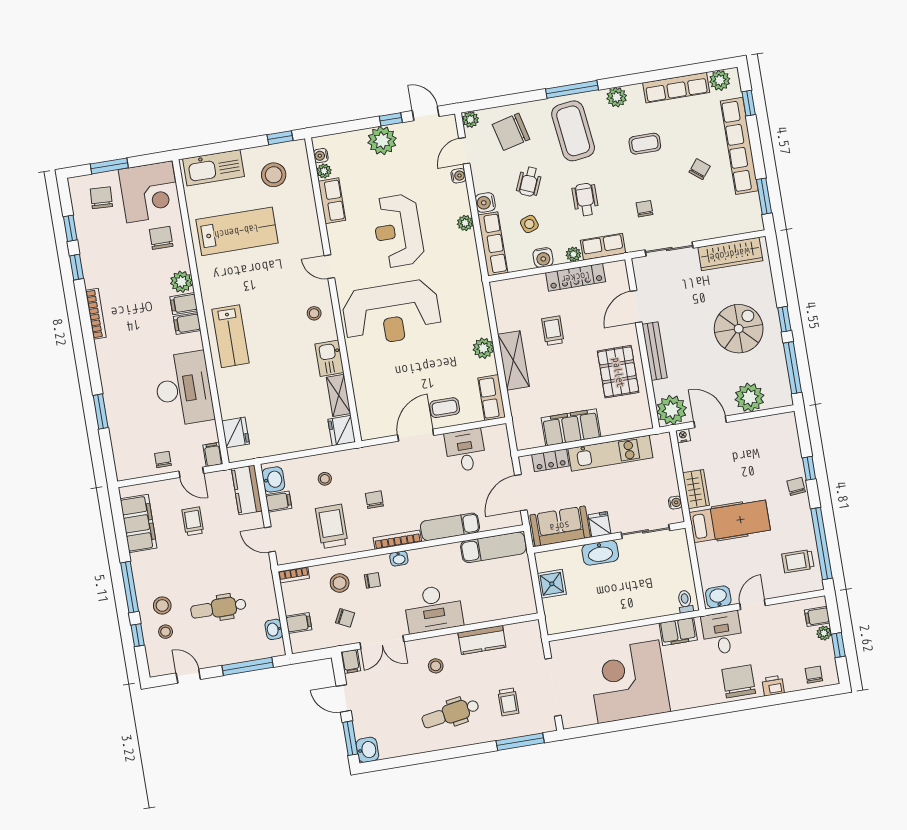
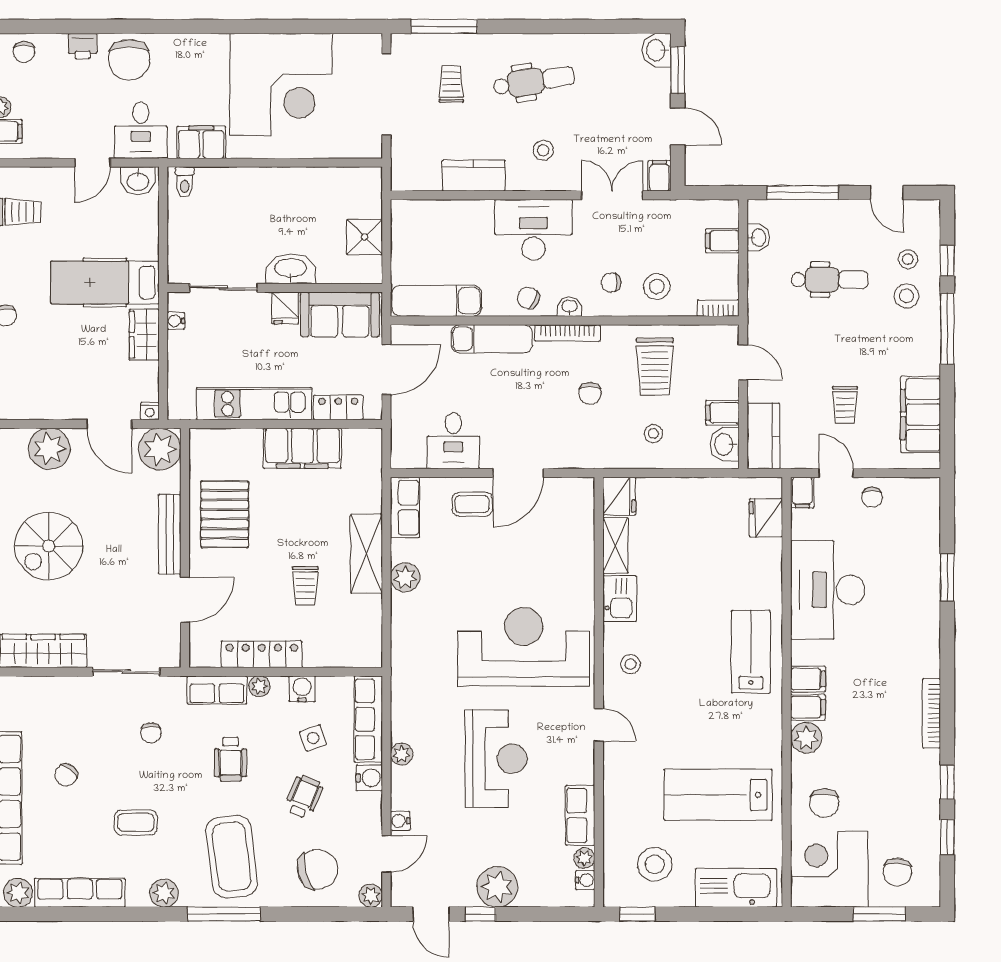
chair: (345, 618) -> (528, 298), moved

